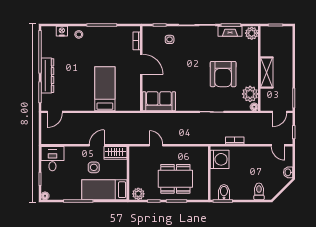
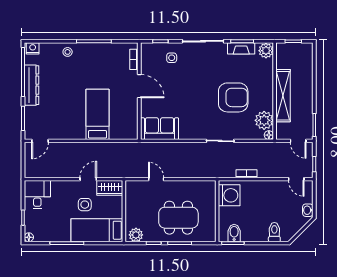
nightstand: (62, 31) -> (33, 48), moved
shelving: (267, 73) -> (283, 96), width x1.47
armchair: (223, 74) -> (233, 97), turned -90
dresser: (47, 76) -> (32, 85), moved
door: (280, 112) -> (298, 141), hinge flipped

